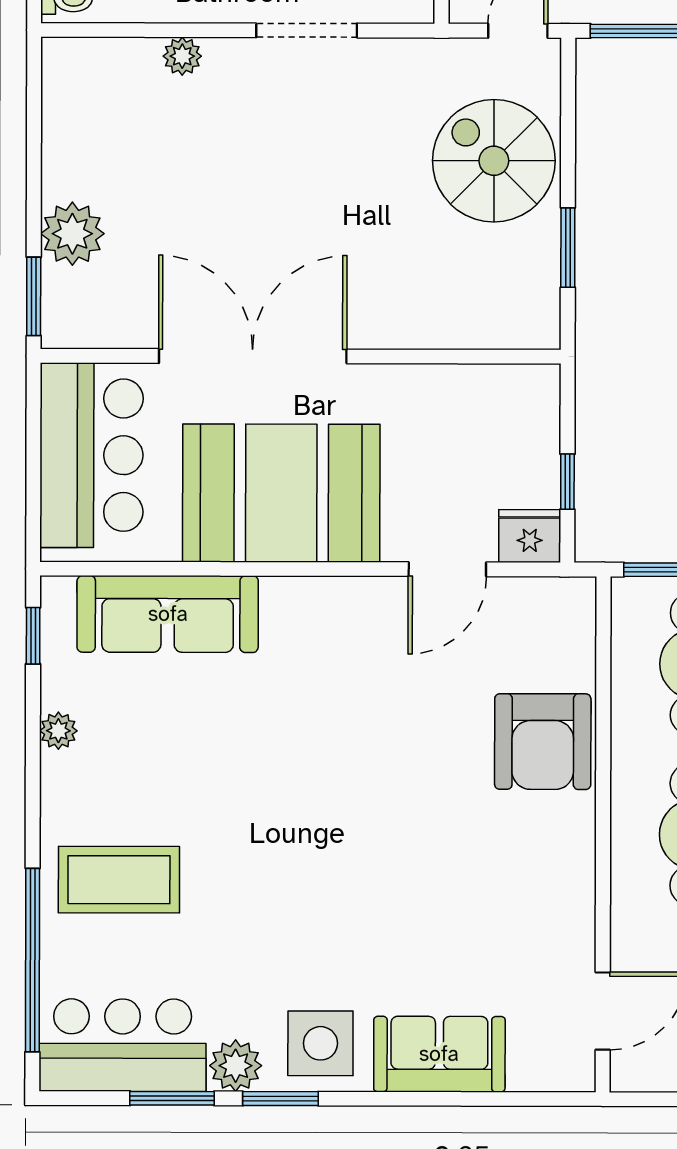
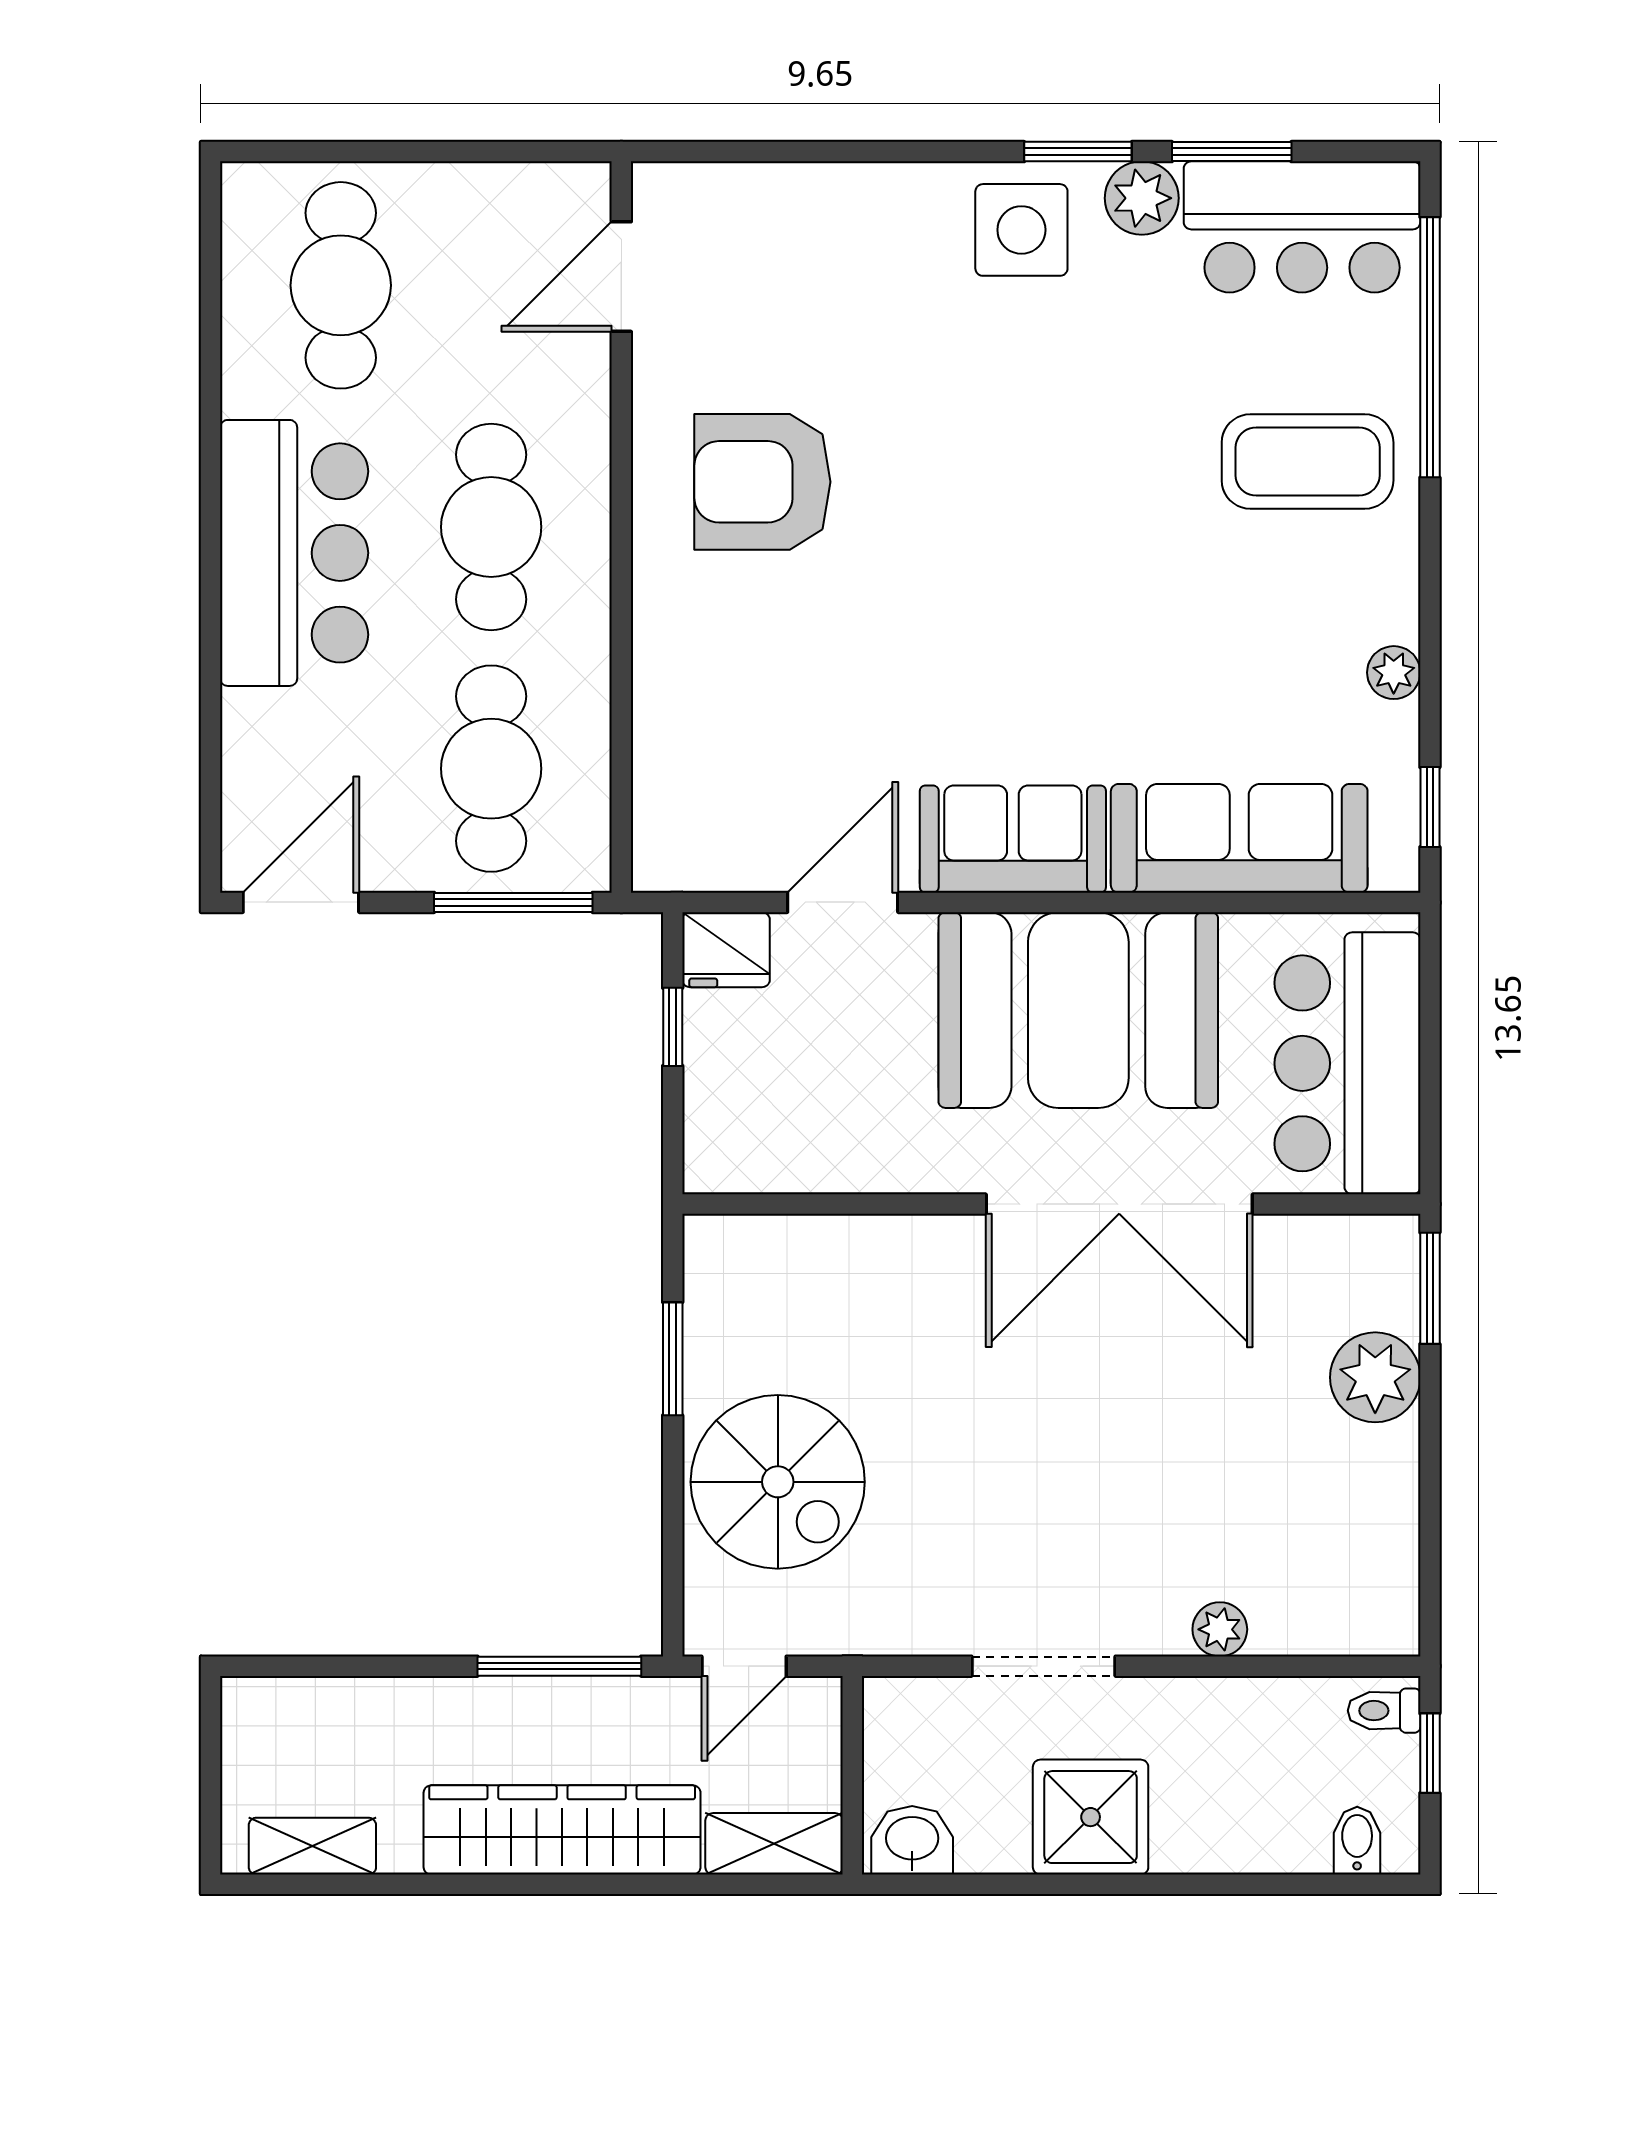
armchair: (543, 742) -> (762, 482), moved, turned -90
sofa: (439, 1054) -> (1013, 839), moved, turned 180

